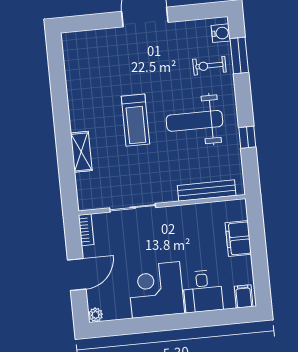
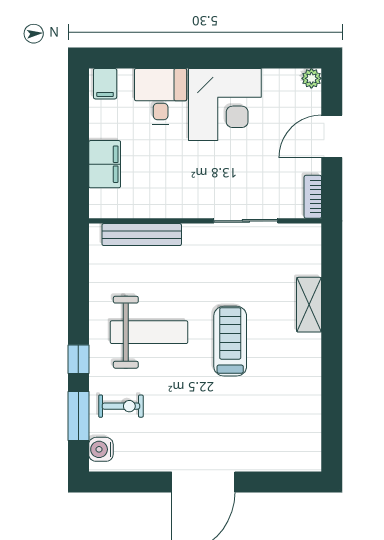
window: (247, 137) -> (78, 359), moved

